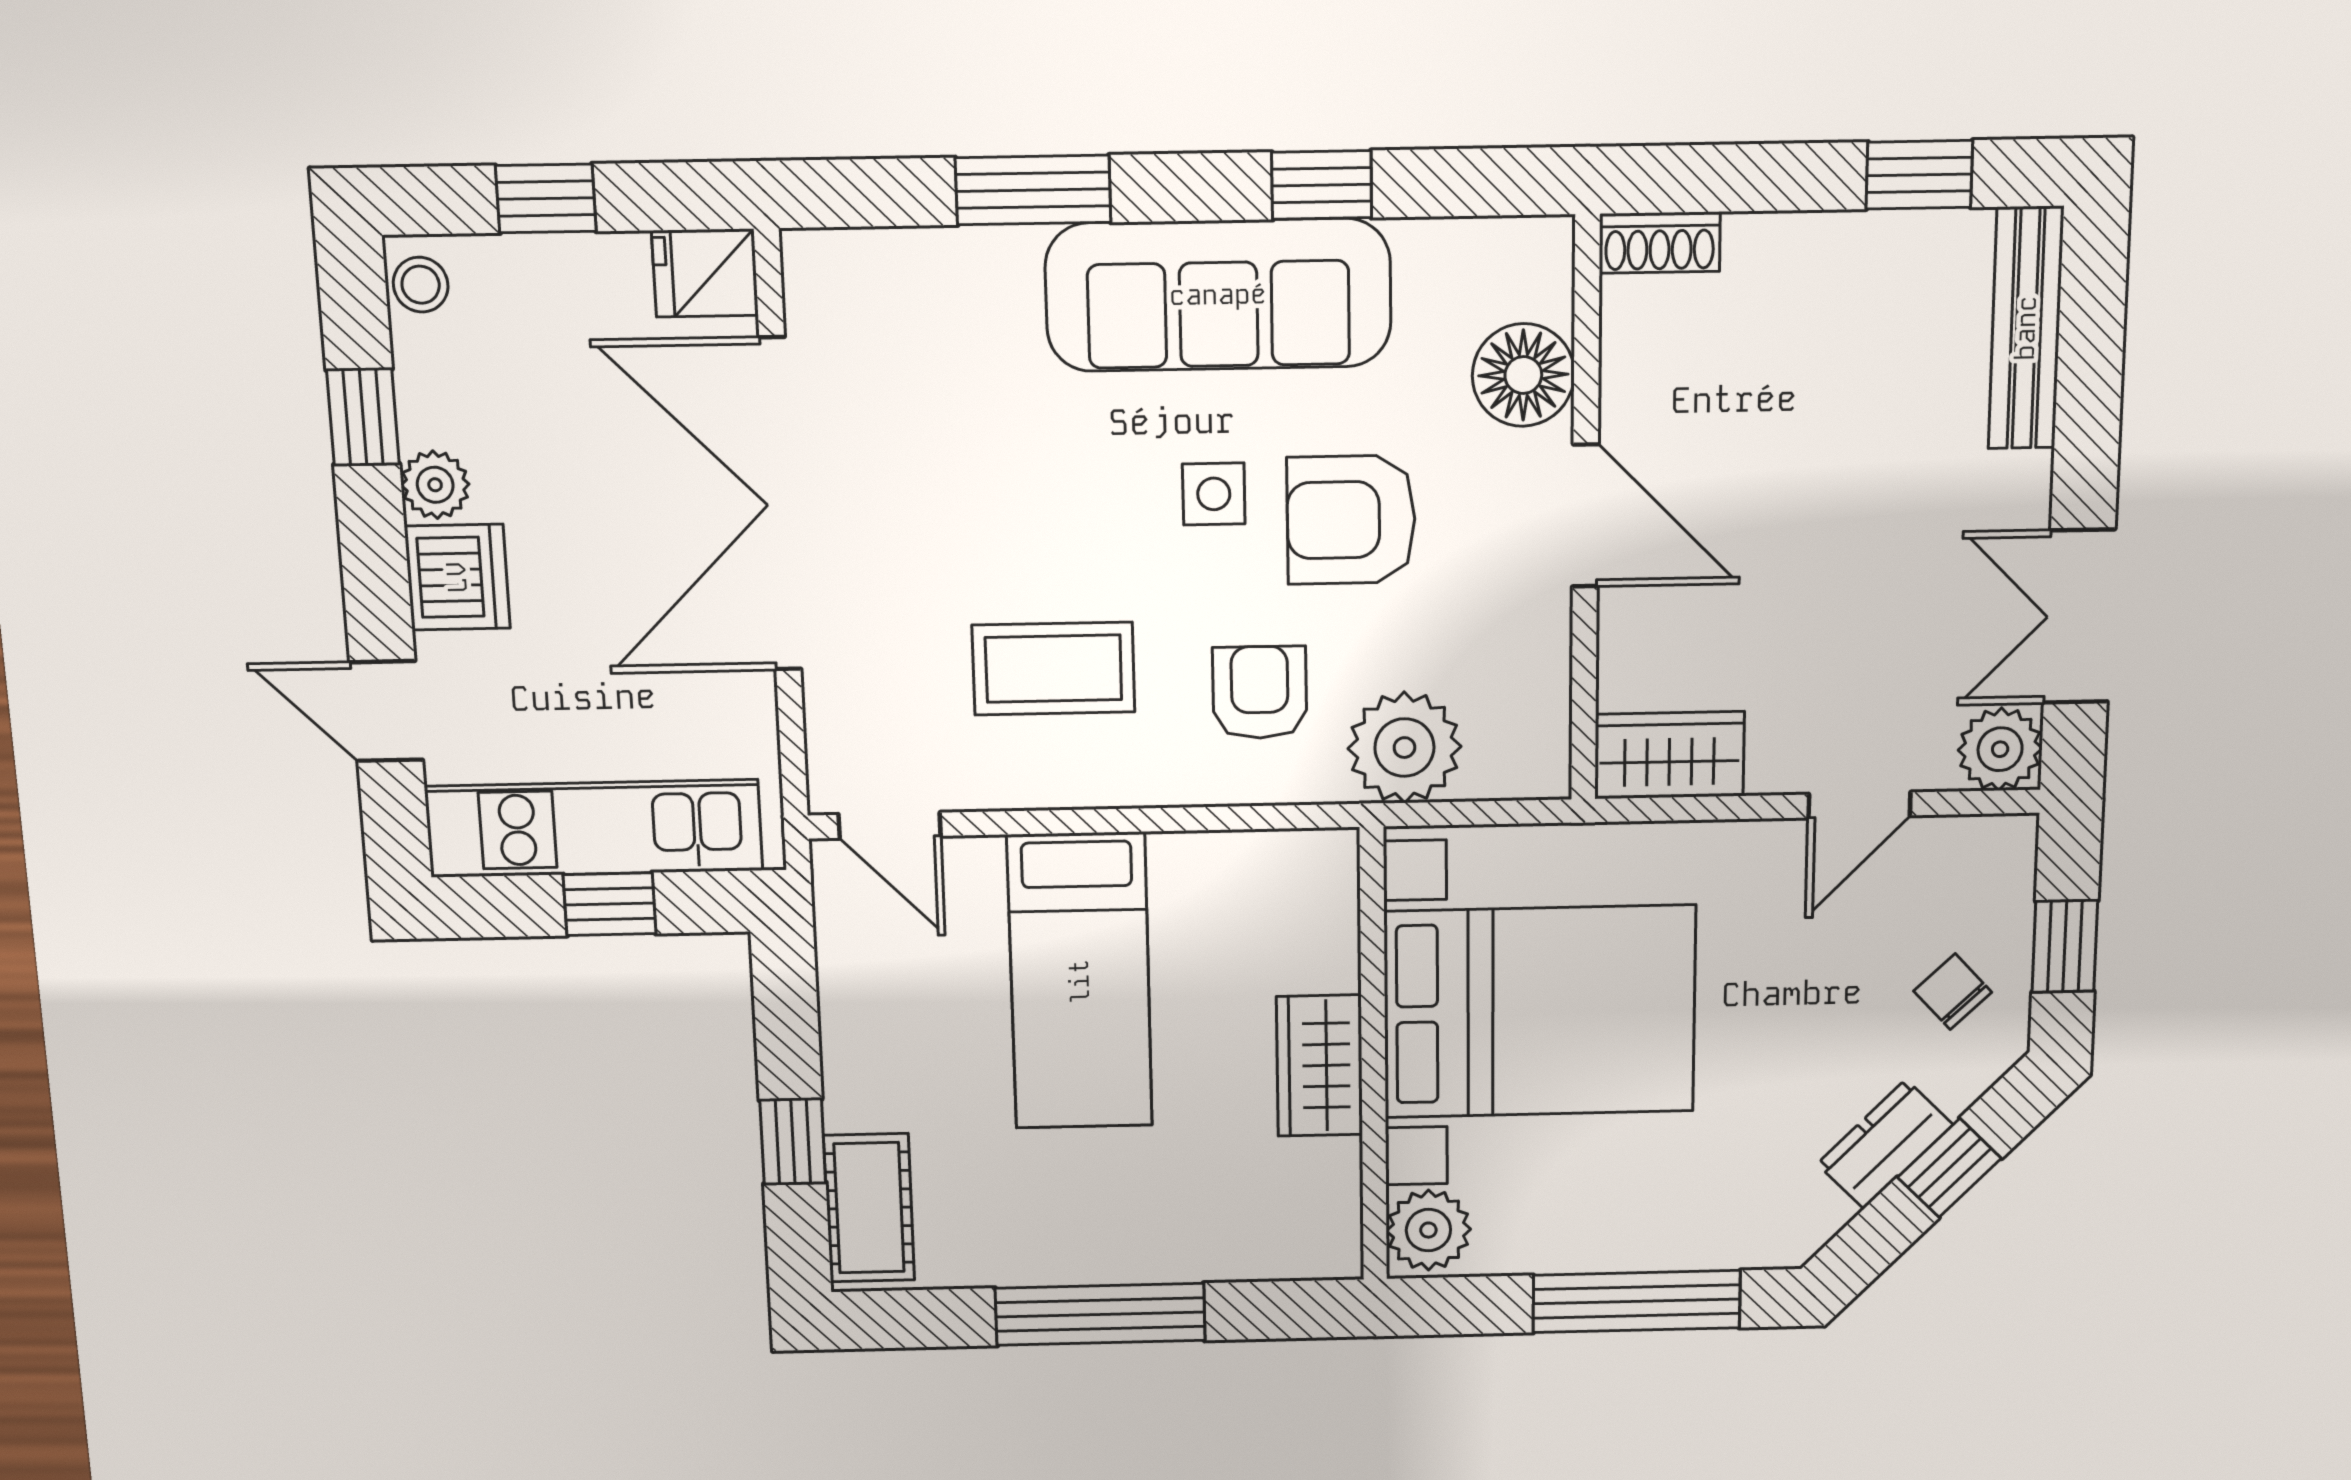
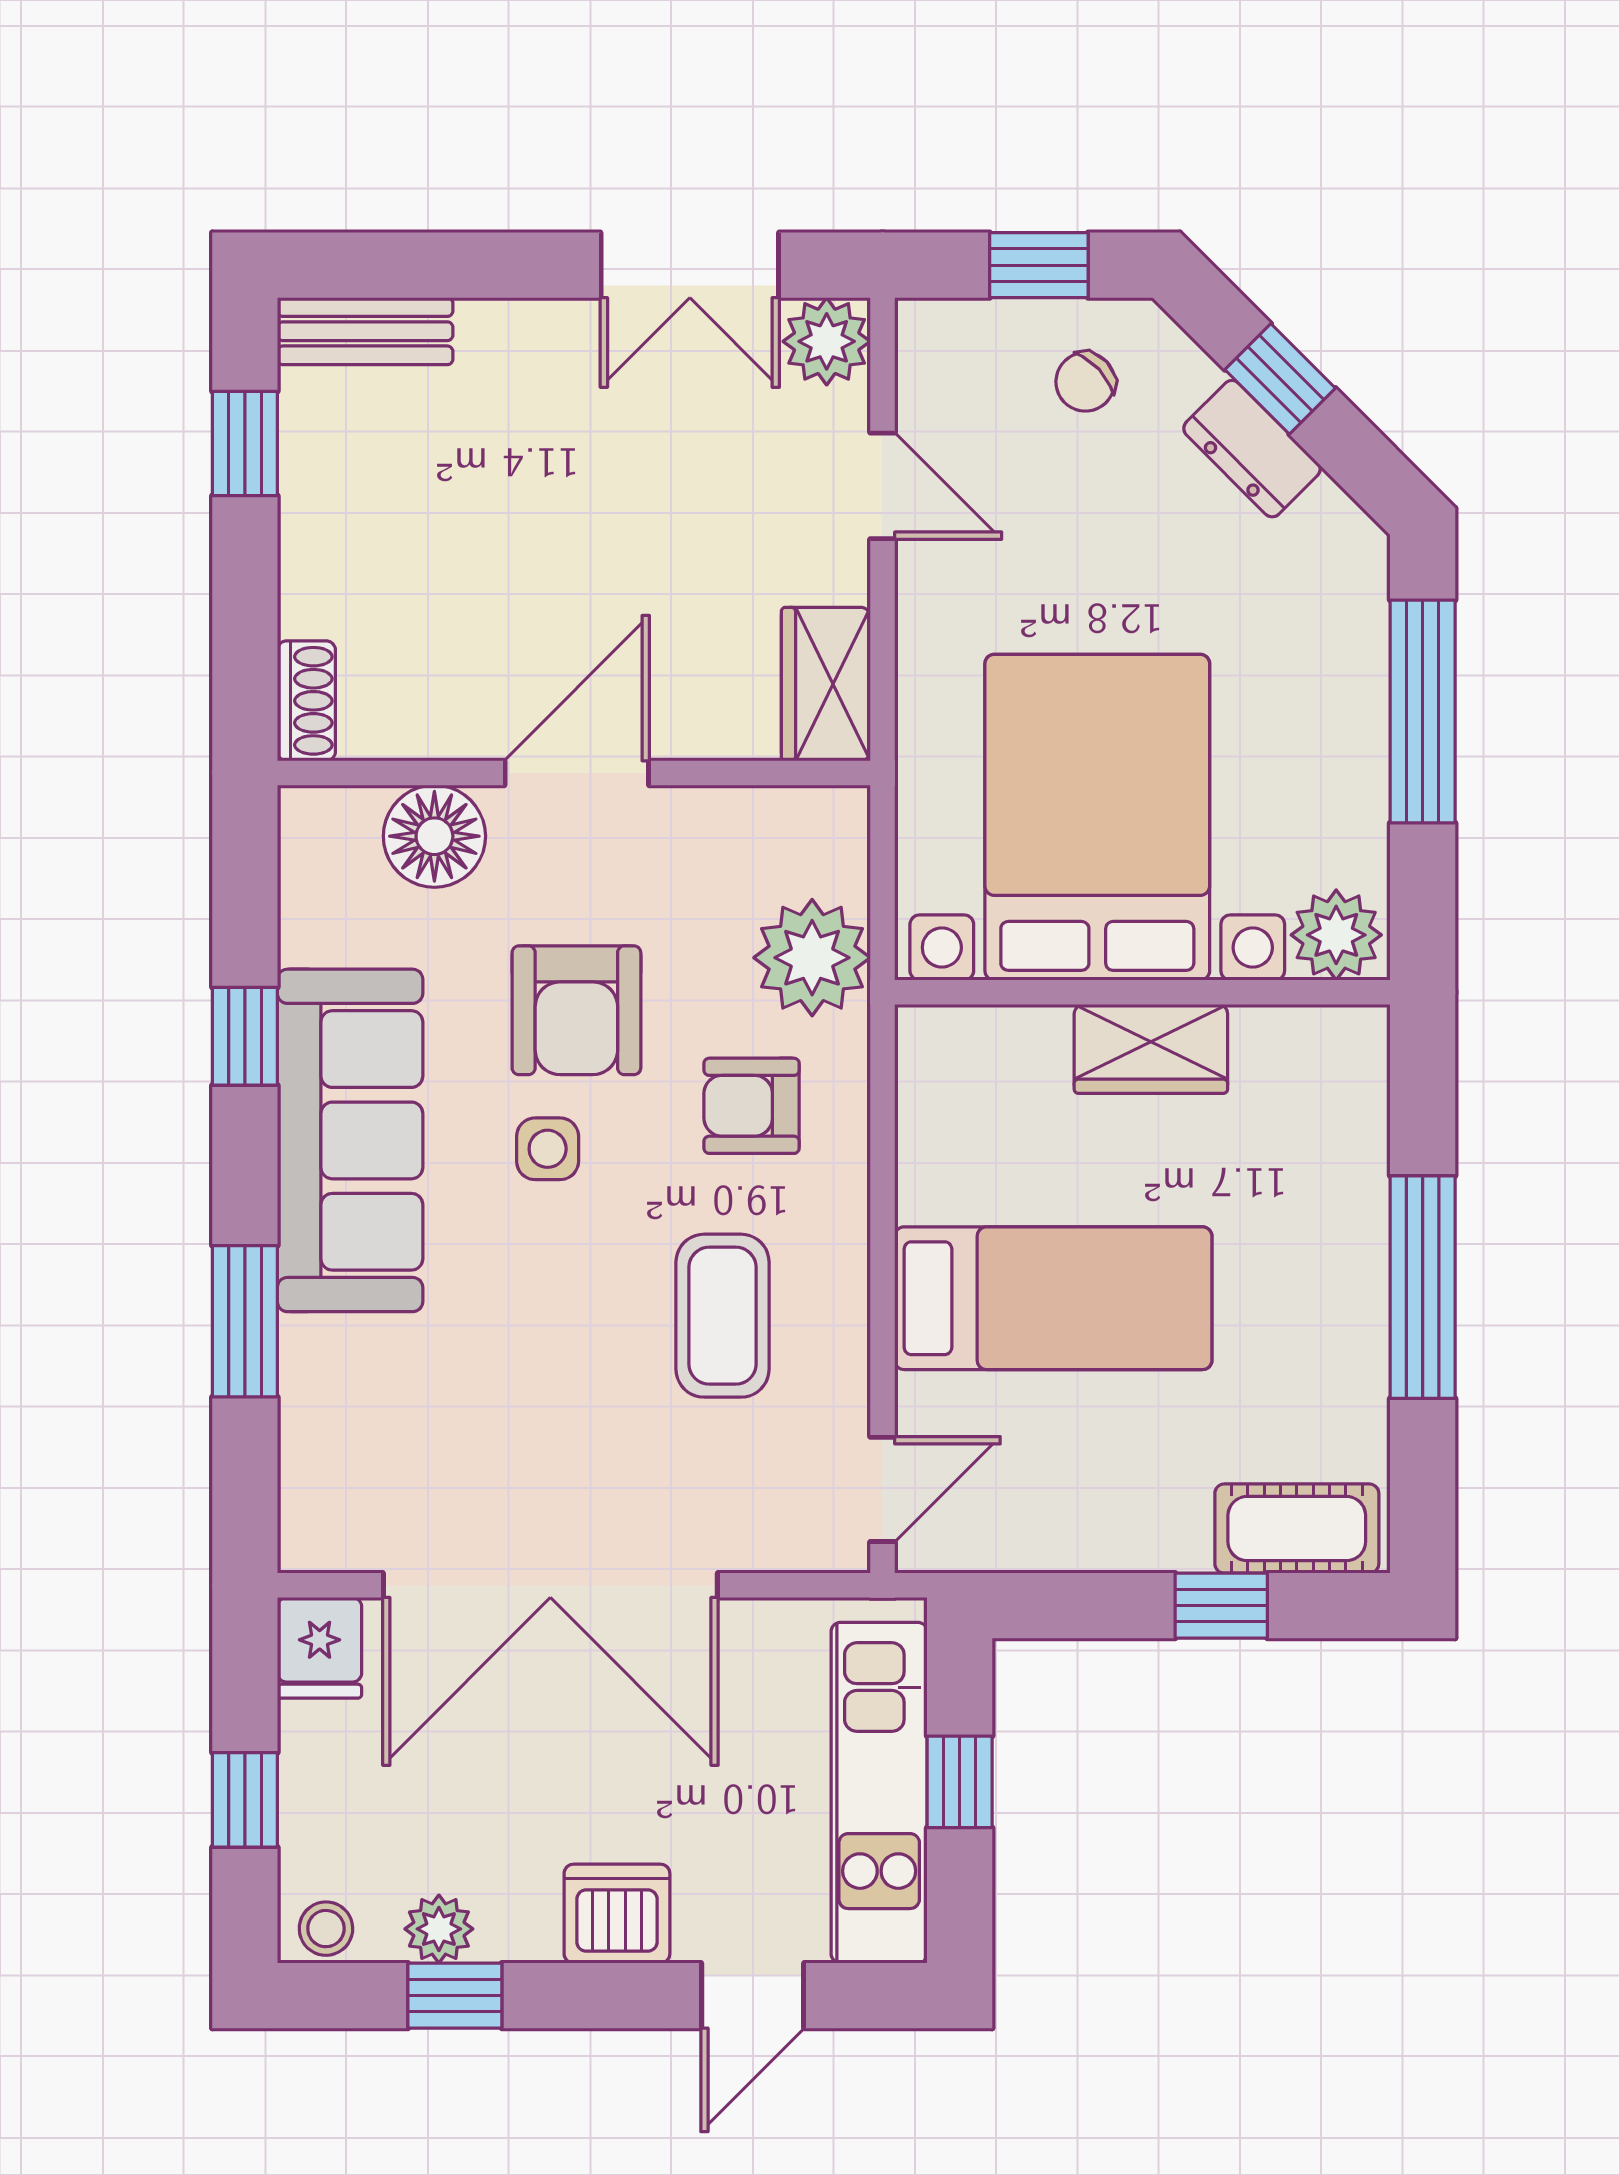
bench: (2026, 328) -> (365, 331), width x0.73
plant: (435, 485) -> (439, 1929), moved

